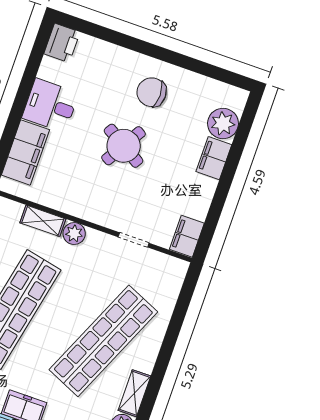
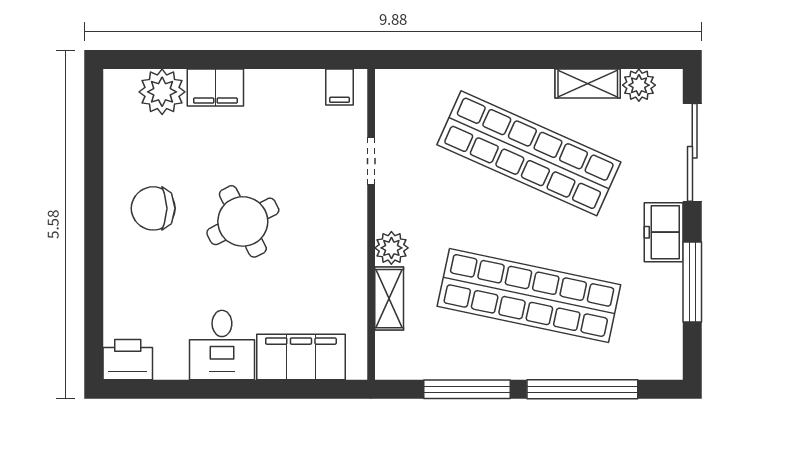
chair: (152, 92) -> (153, 208), turned 90
round table: (124, 146) -> (243, 221), turned 32
filing cabinet: (187, 236) -> (340, 87), width x0.50

